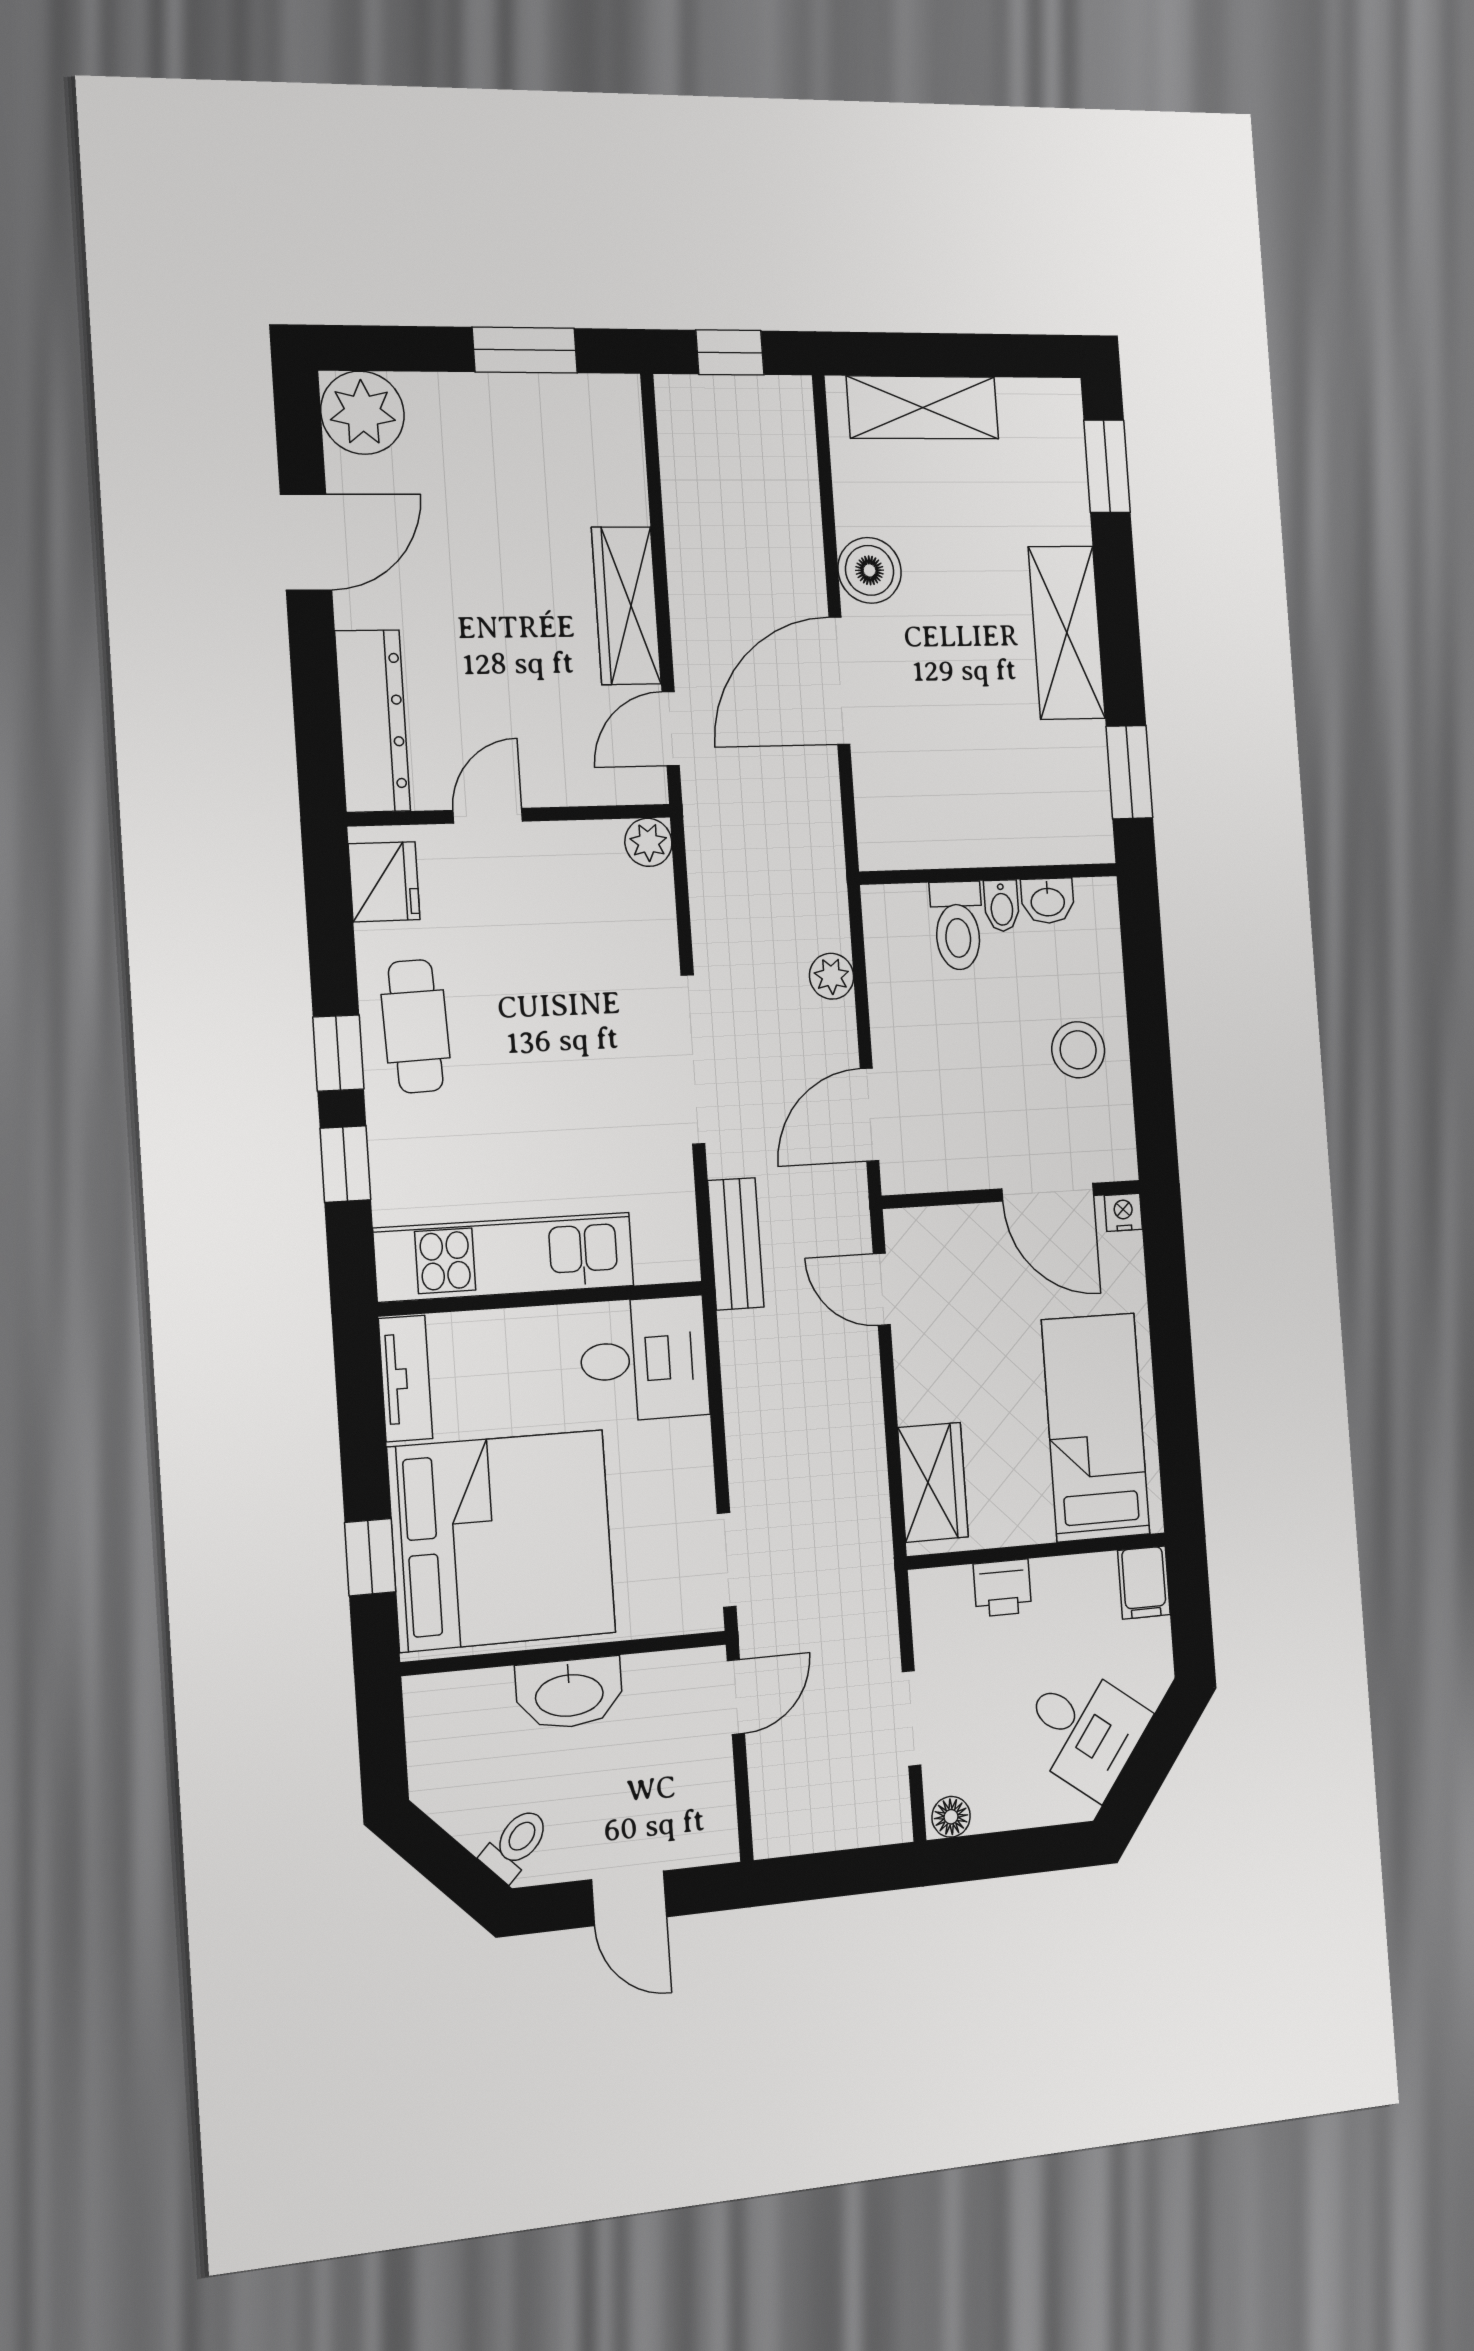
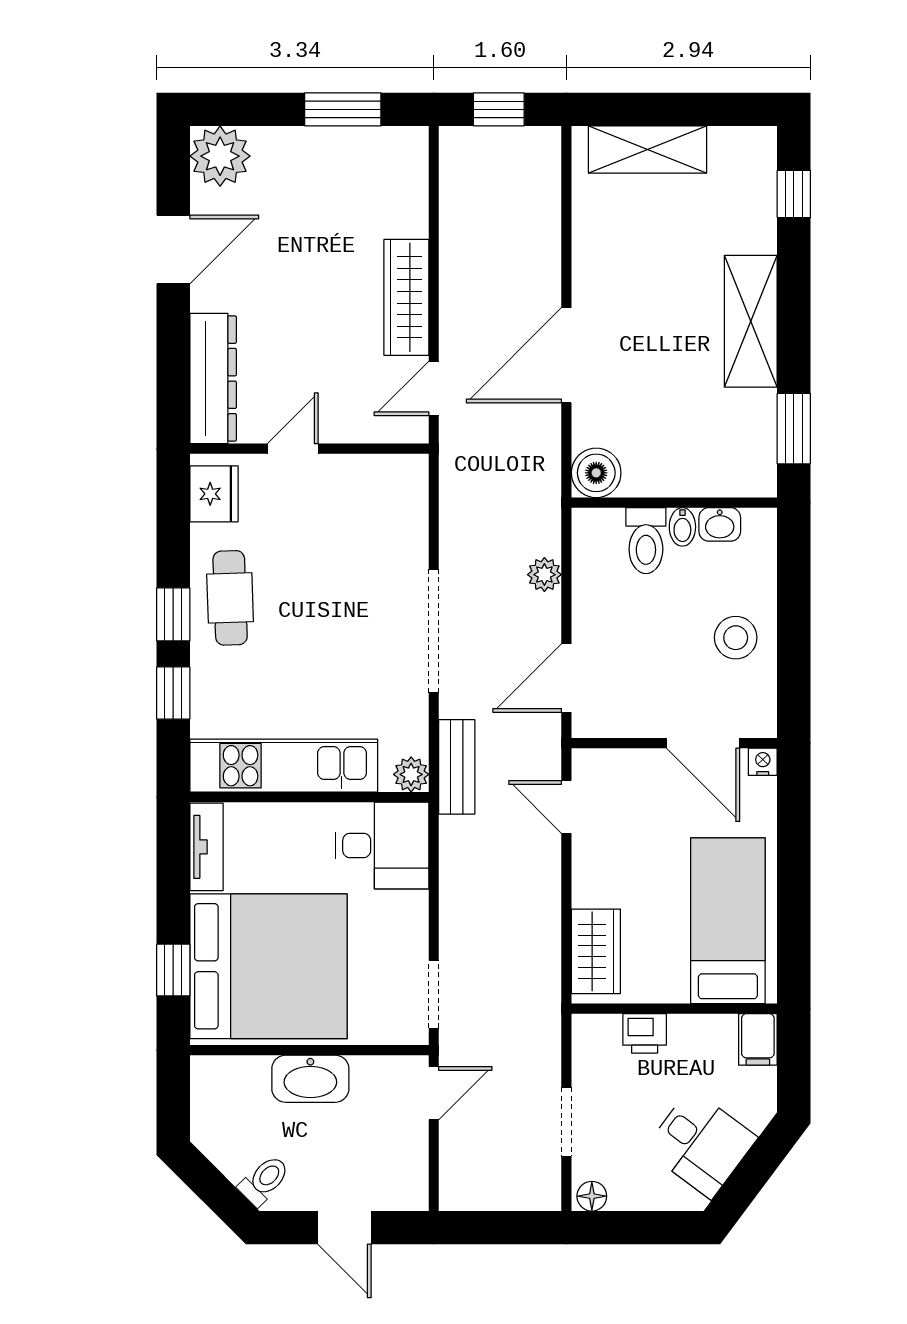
window: (1107, 466) -> (794, 194), width x0.67
boiler: (870, 570) -> (596, 473), moved
plant: (648, 842) -> (411, 774), moved

